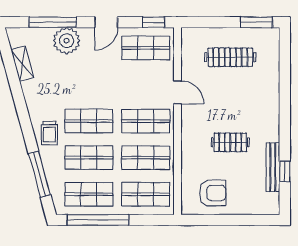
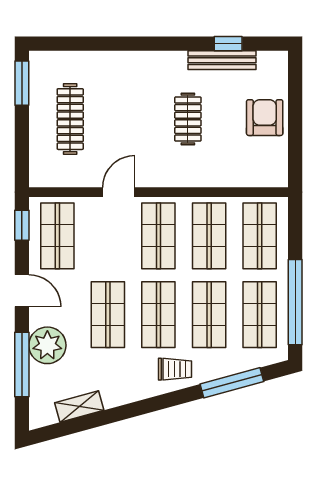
shop shelf: (89, 84) -> (108, 315), added
armchair: (213, 193) -> (265, 118), moved

